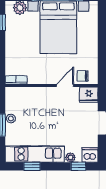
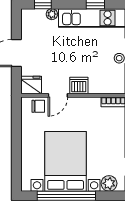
dishwasher: (90, 155) -> (79, 86), moved, turned 180

